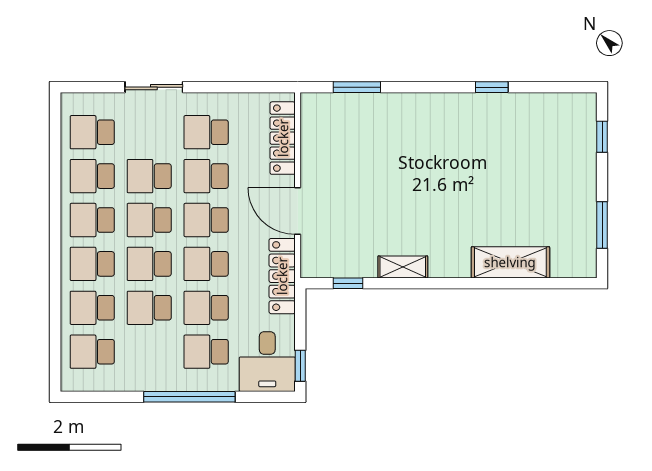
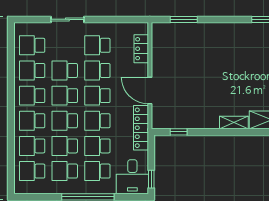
locker: (283, 138) -> (141, 49), width x0.66
shelving: (403, 267) -> (234, 122), moved
school desk: (149, 352) -> (65, 171), added

